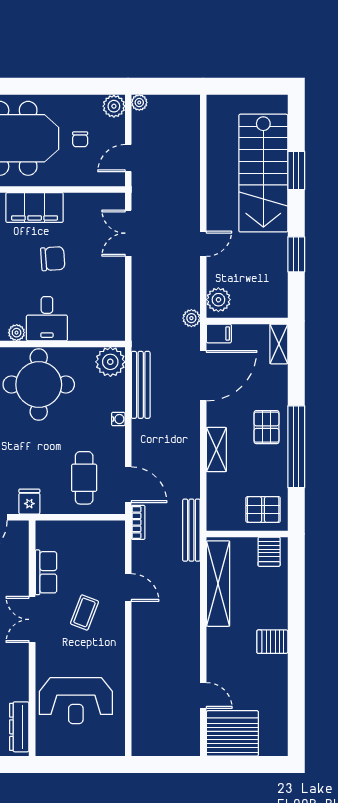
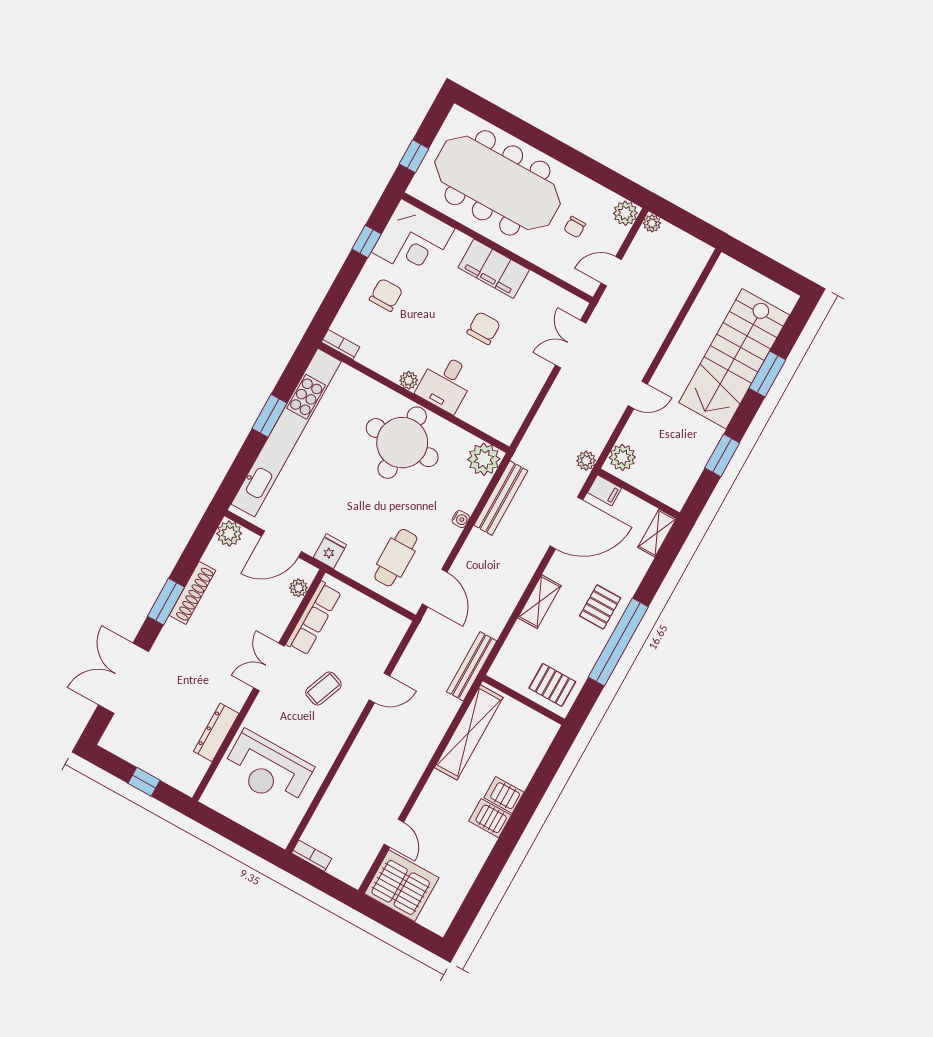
chair: (53, 259) -> (484, 328), turned -86
bookcase: (138, 522) -> (312, 856), moved, turned -90
plant: (21, 544) -> (299, 588), added
server rack: (269, 552) -> (504, 795), moved, turned 90
row of seats: (46, 572) -> (314, 618), width x1.48
door: (128, 588) -> (379, 688), hinge flipped
dresser: (19, 727) -> (216, 732), moved

